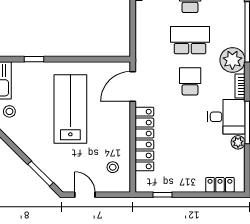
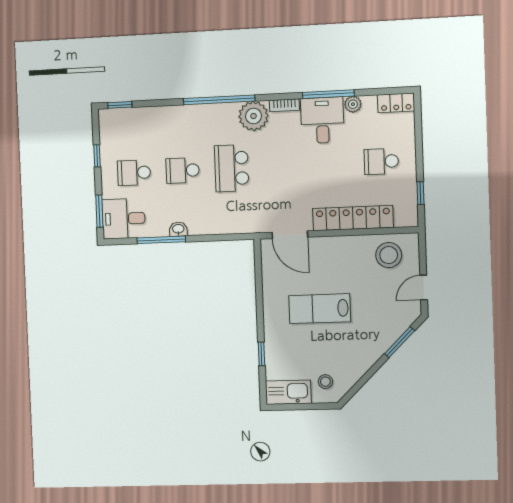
school desk: (190, 81) -> (381, 161), moved
lab bench: (70, 109) -> (320, 309), width x0.73, depth x0.72
stool: (113, 167) -> (389, 255), width x1.89, depth x1.89
locker: (220, 185) -> (396, 103), moved, turned -90

